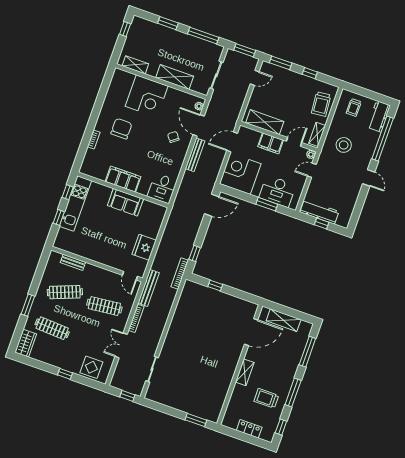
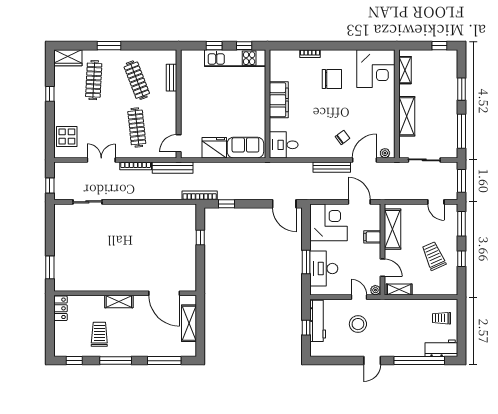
corner desk: (147, 96) -> (376, 69), moved, turned -90
trolley: (321, 104) -> (434, 256), moved, turned 71
filing cabinet: (271, 143) -> (372, 237), width x0.50
stool: (344, 145) -> (358, 324), moved
sofa: (125, 202) -> (245, 148), moved, turned 90
window: (65, 374) -> (50, 94), moved
locker: (249, 429) -> (60, 308), moved

